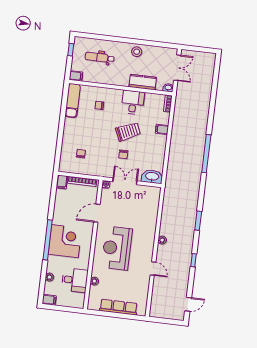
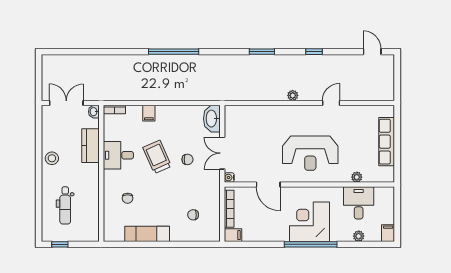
filing cabinet: (76, 76) -> (93, 233), removed
exam couch: (73, 101) -> (147, 234), moved

